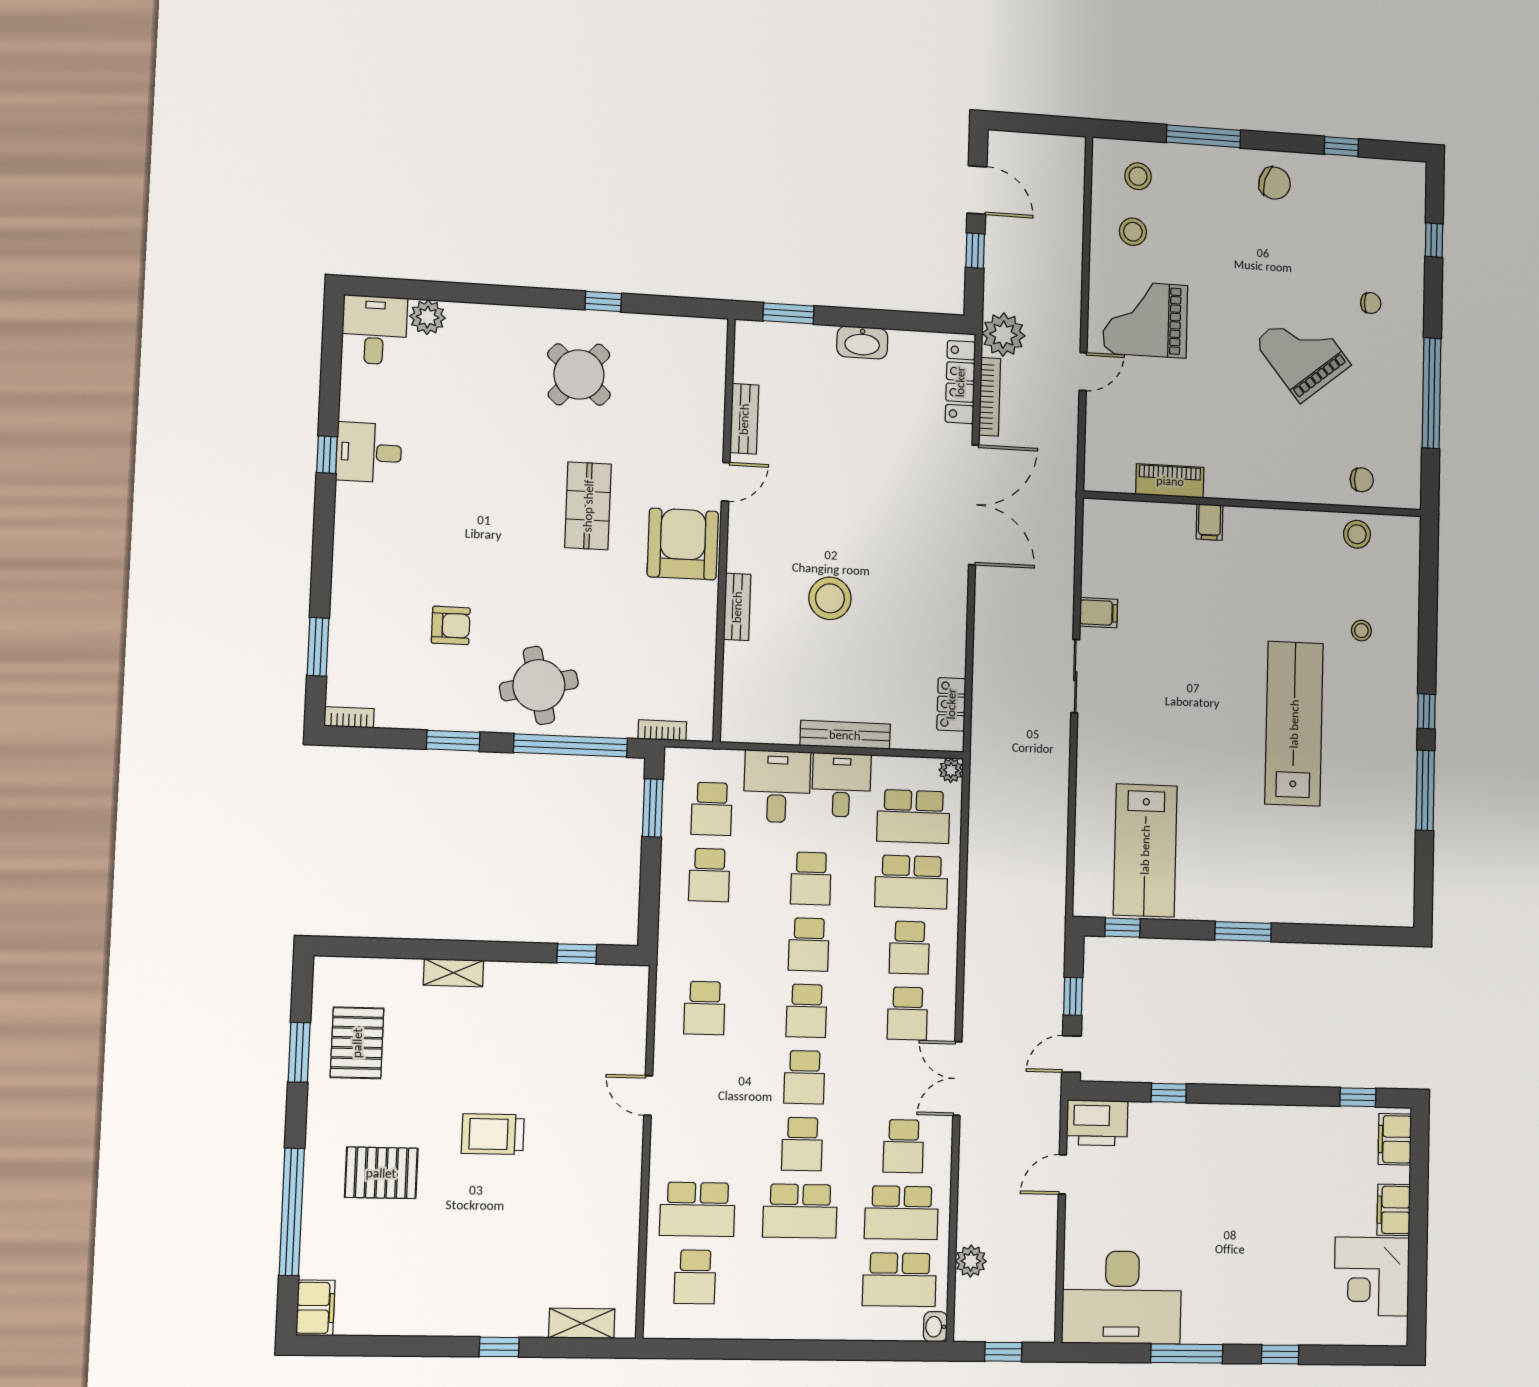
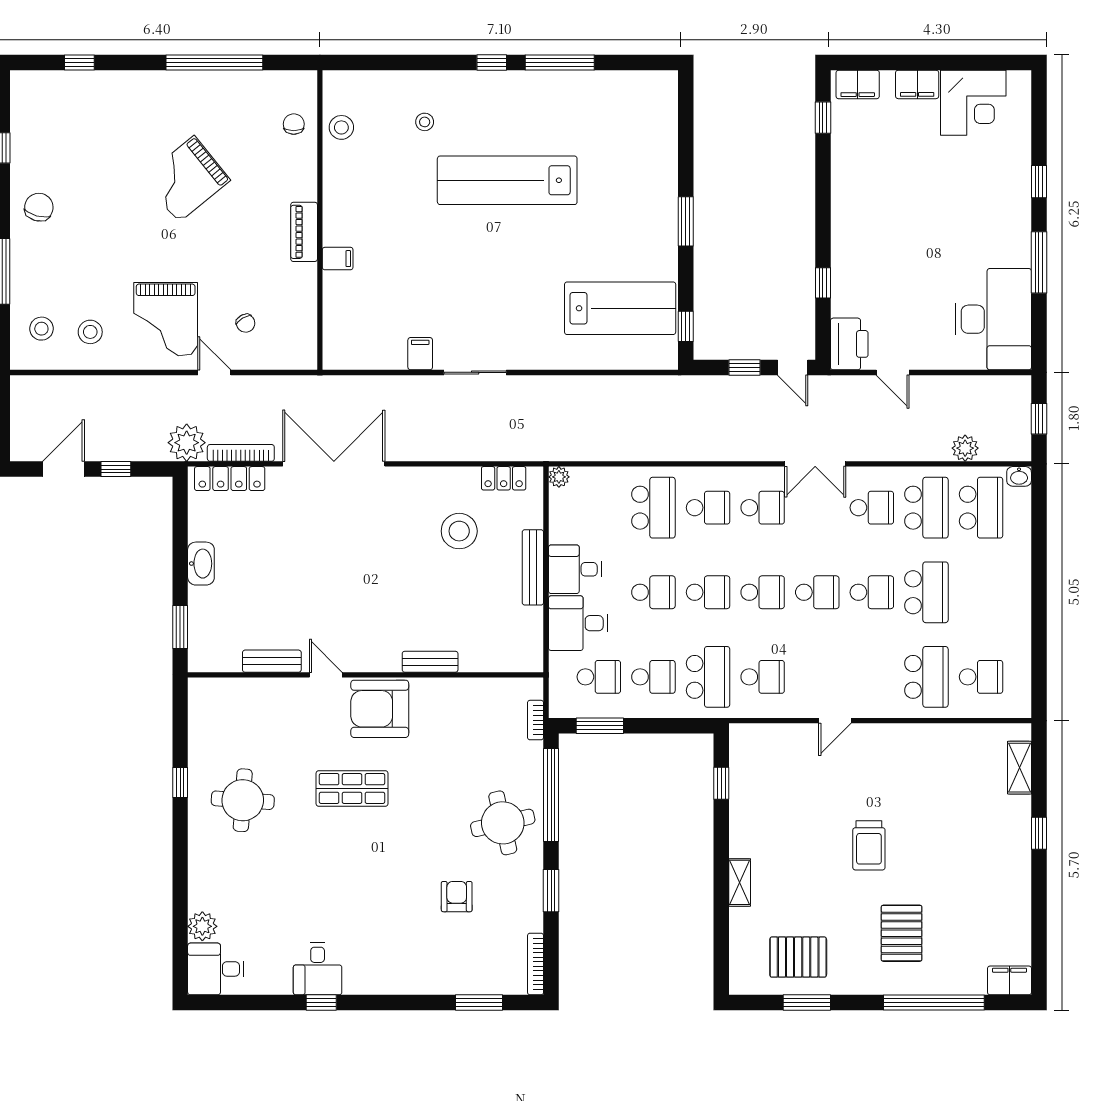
chair: (1371, 303) -> (246, 323), moved, turned 150
round table: (579, 375) -> (243, 800), turned -38
piano: (1170, 481) -> (304, 232), moved
stool: (830, 598) -> (459, 531), moved
bookcase: (349, 717) -> (536, 964), width x1.56
school desk: (913, 816) -> (708, 677), moved

